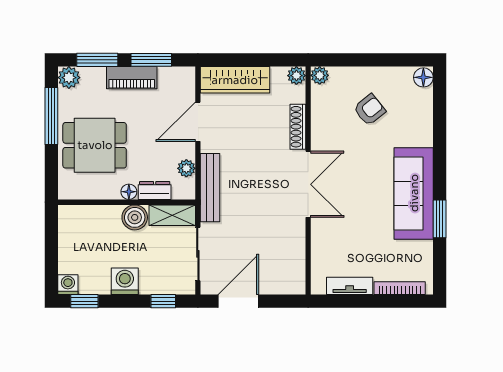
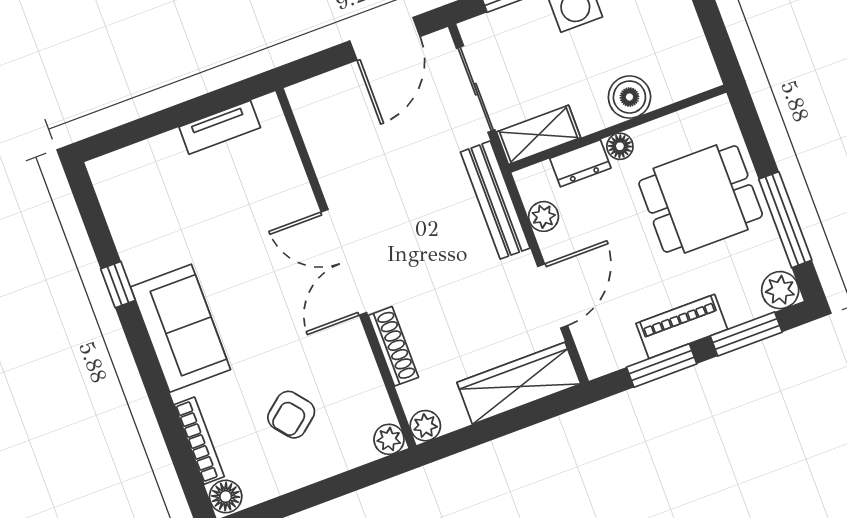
sofa: (414, 193) -> (181, 328), width x0.73
boiler: (135, 217) -> (629, 97), moved
window: (440, 219) -> (118, 285), width x0.67
bookcase: (400, 288) -> (199, 441), moved, turned -90

